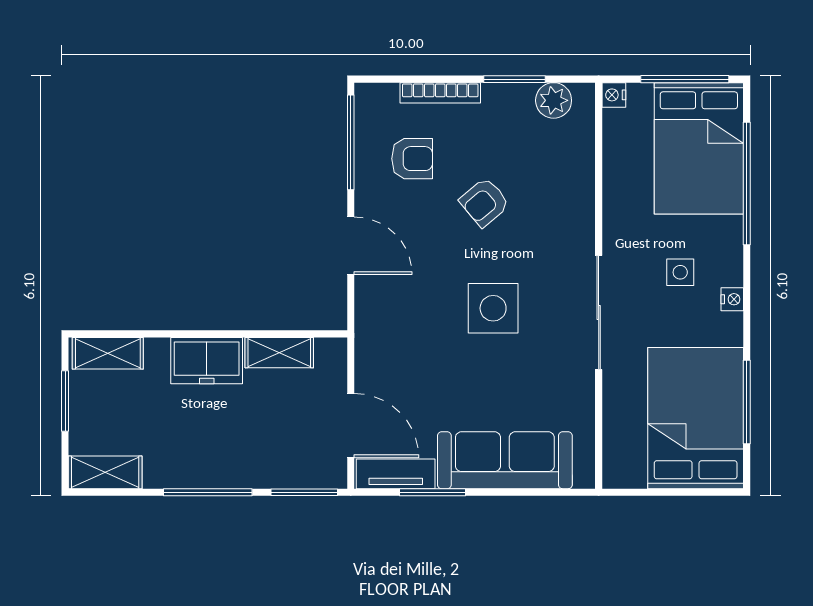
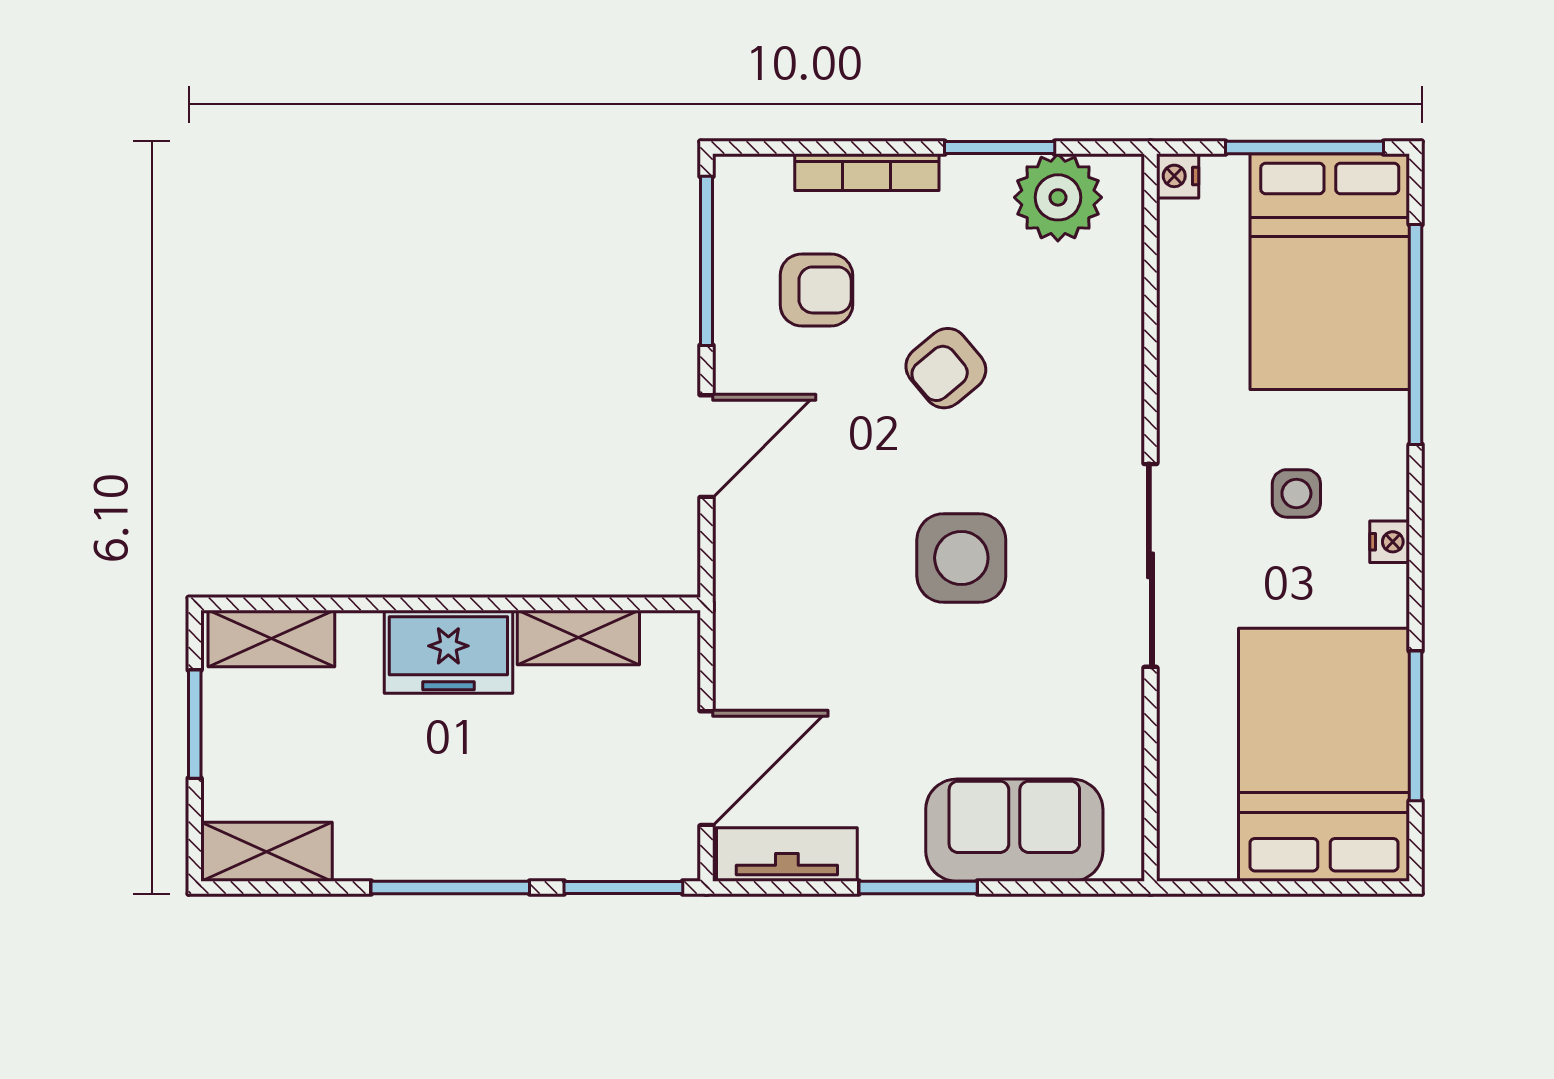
plant: (554, 100) -> (1058, 197), width x1.36, depth x1.36
door: (351, 246) -> (706, 446), hinge flipped
door: (351, 426) -> (706, 768), hinge flipped
sofa: (505, 460) -> (1014, 830), width x0.73
window: (432, 492) -> (918, 887), moved

